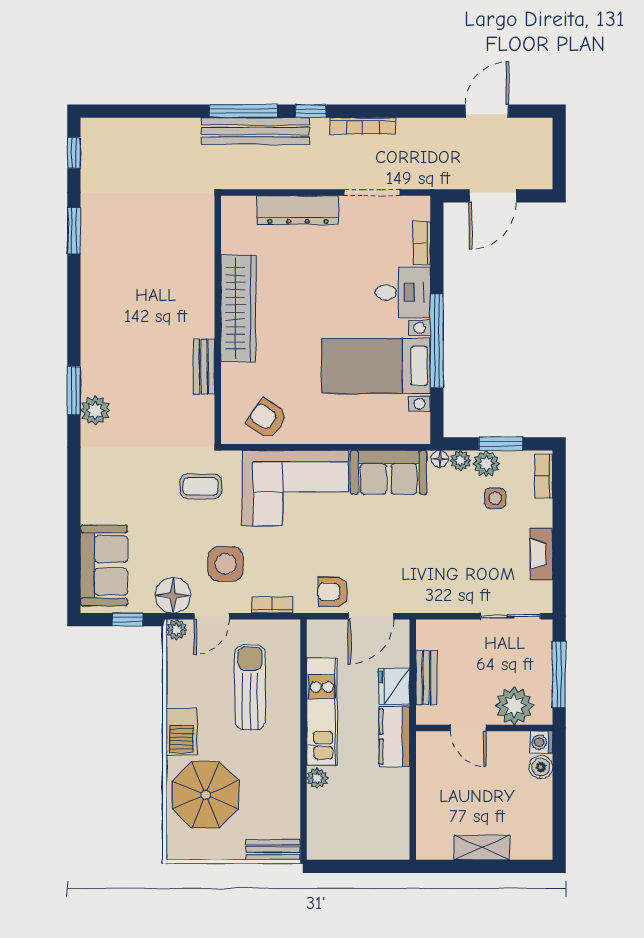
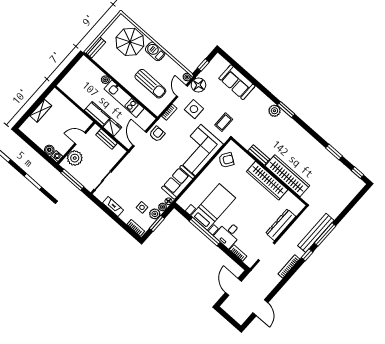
wardrobe: (196, 279) -> (287, 176), added
sofa: (104, 565) -> (237, 82), moved

